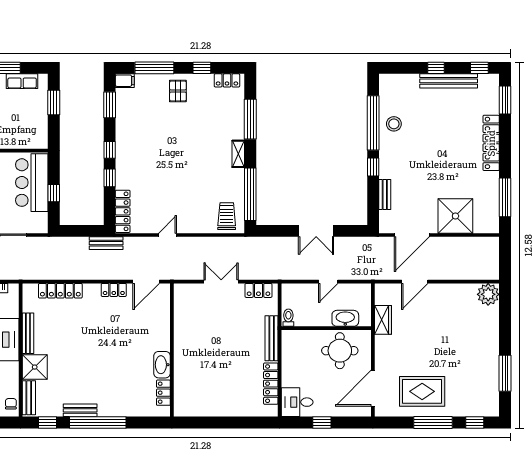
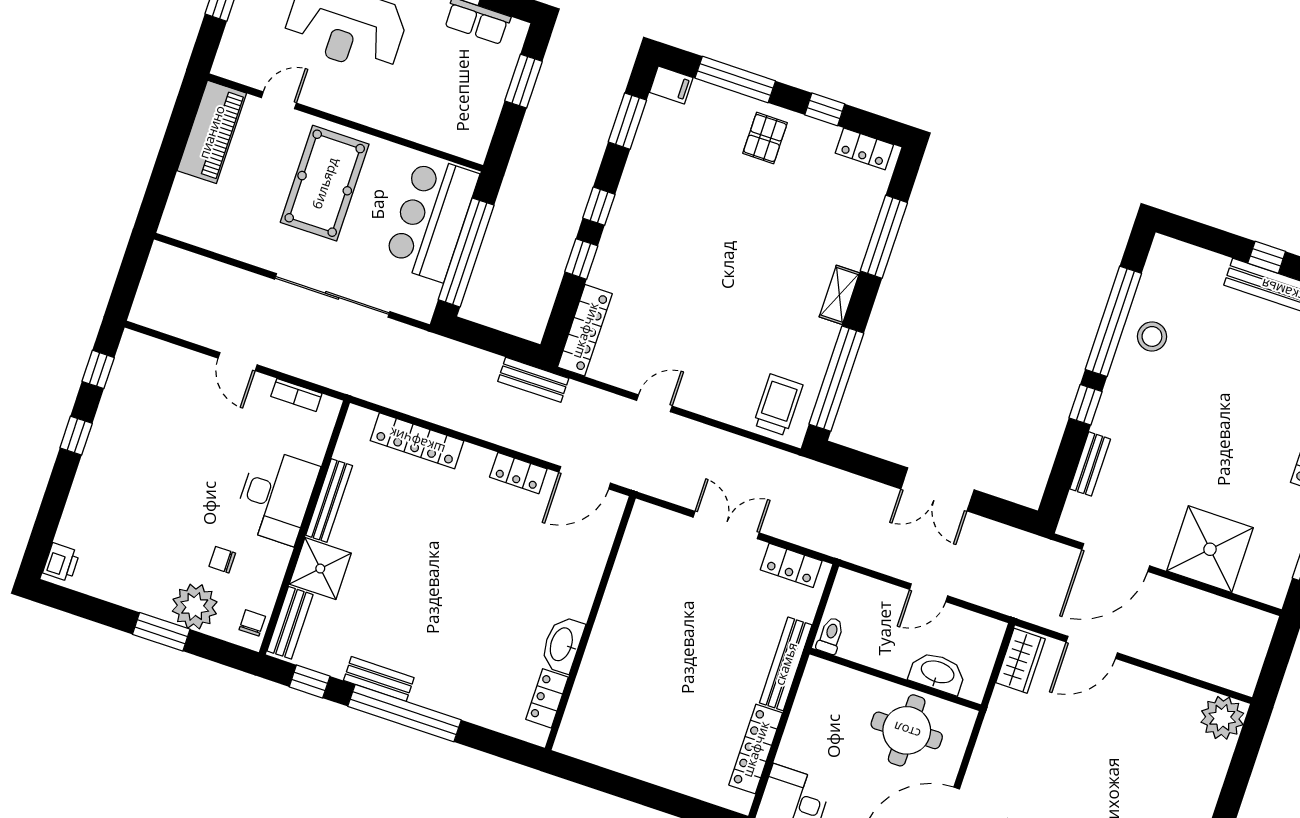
window: (54, 193) -> (466, 252), width x3.17
wardrobe: (383, 320) -> (1021, 661), moved

